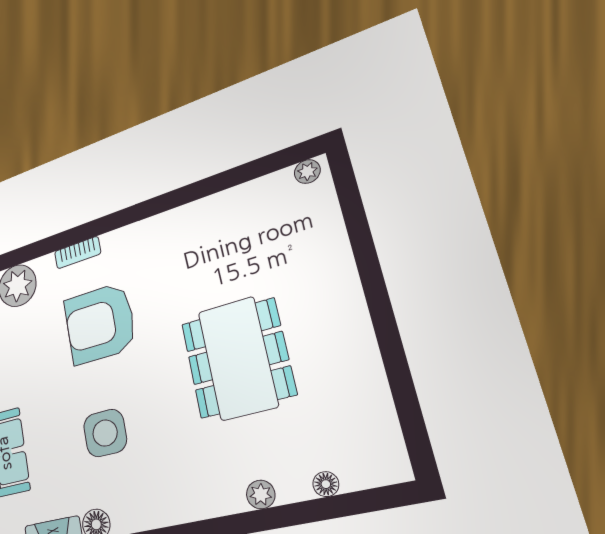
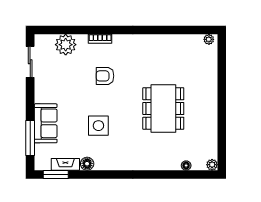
armchair: (100, 324) -> (105, 76), width x0.53, depth x0.53
plant: (261, 494) -> (212, 165), moved

